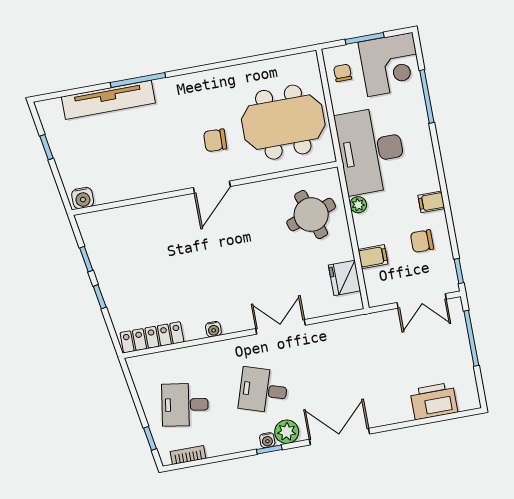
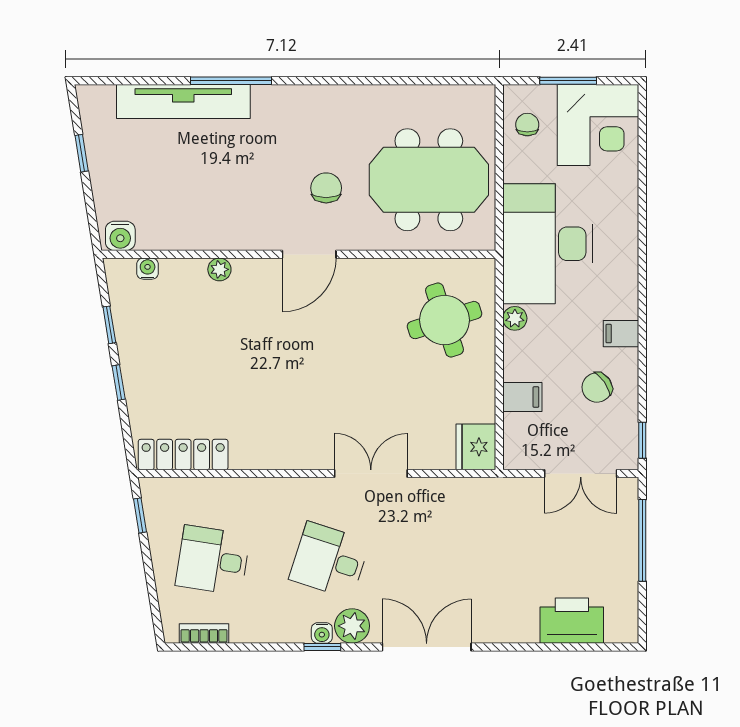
window: (427, 96) -> (642, 181), removed
chair: (215, 140) -> (326, 188), turned 88
plant: (154, 208) -> (219, 269), added
chair: (422, 241) -> (597, 387), turned -35
fridge: (344, 278) -> (476, 447), moved
water cooler: (213, 329) -> (148, 269), moved, turned 180
window: (150, 438) -> (140, 515), moved

